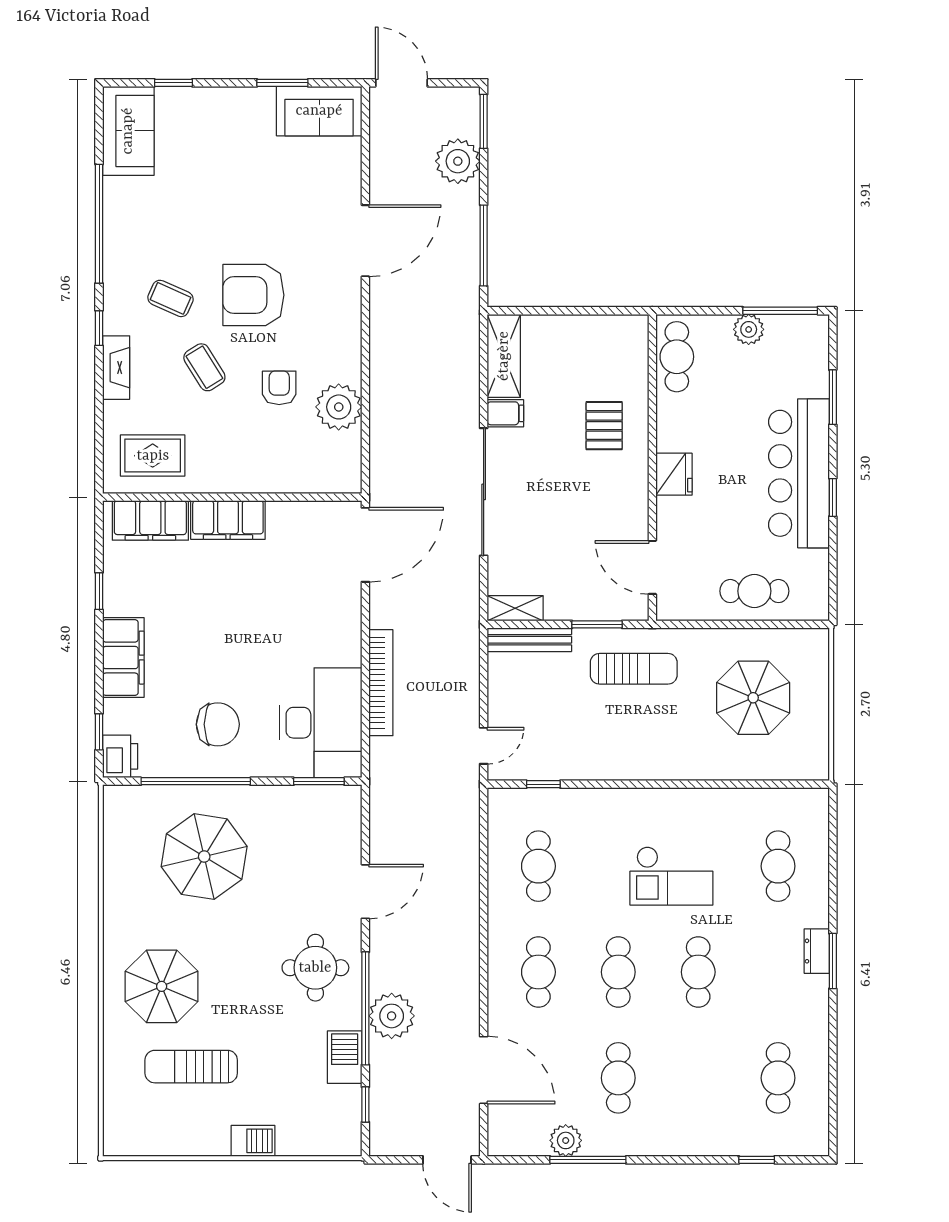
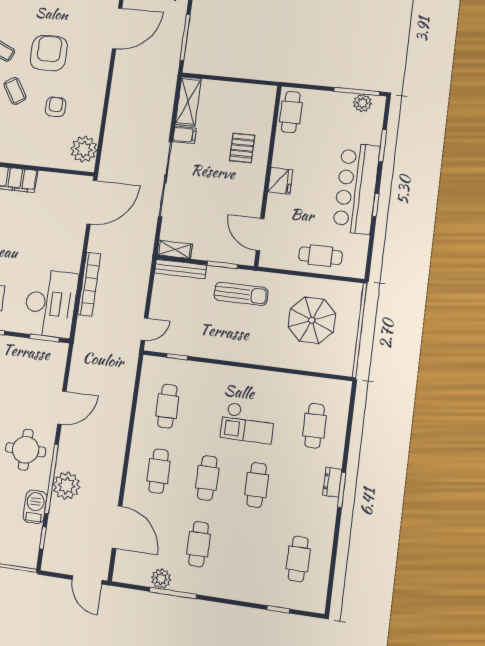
armchair: (253, 295) -> (49, 53), turned 90
plant: (749, 329) -> (362, 103), moved
plant: (339, 407) -> (84, 149), moved

